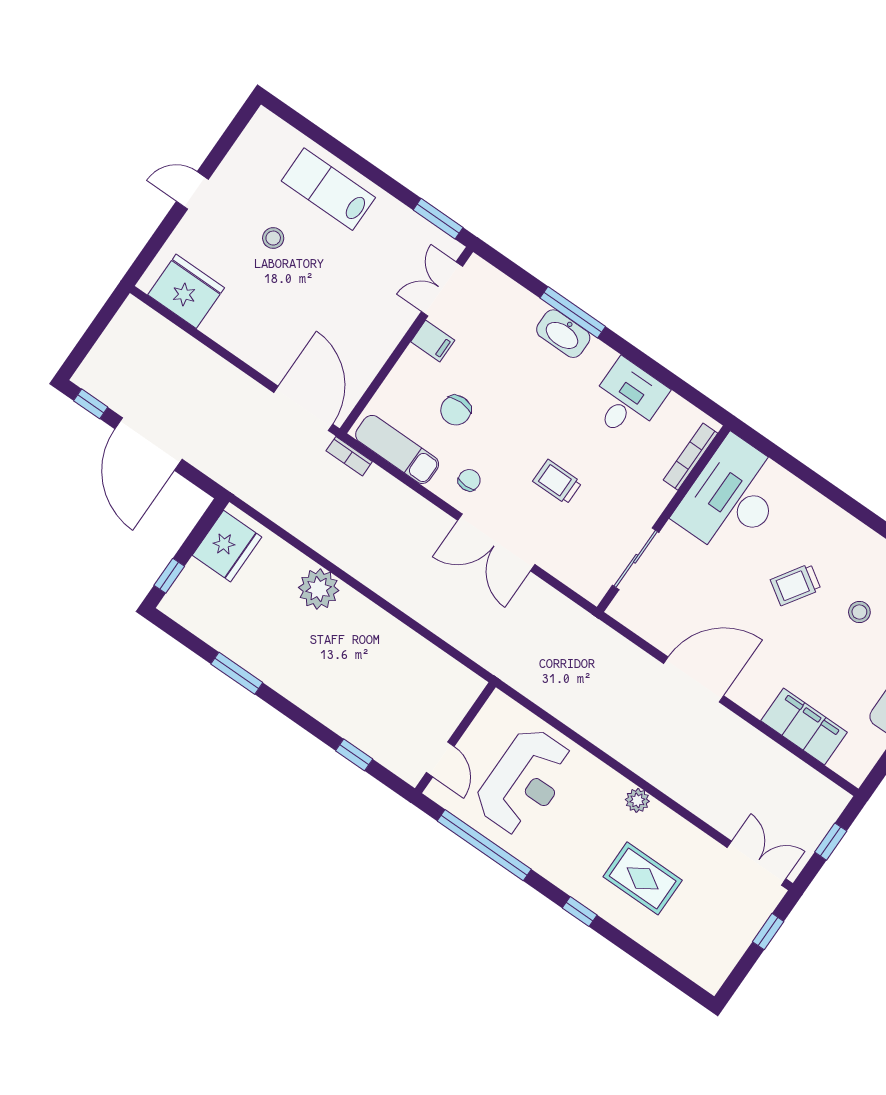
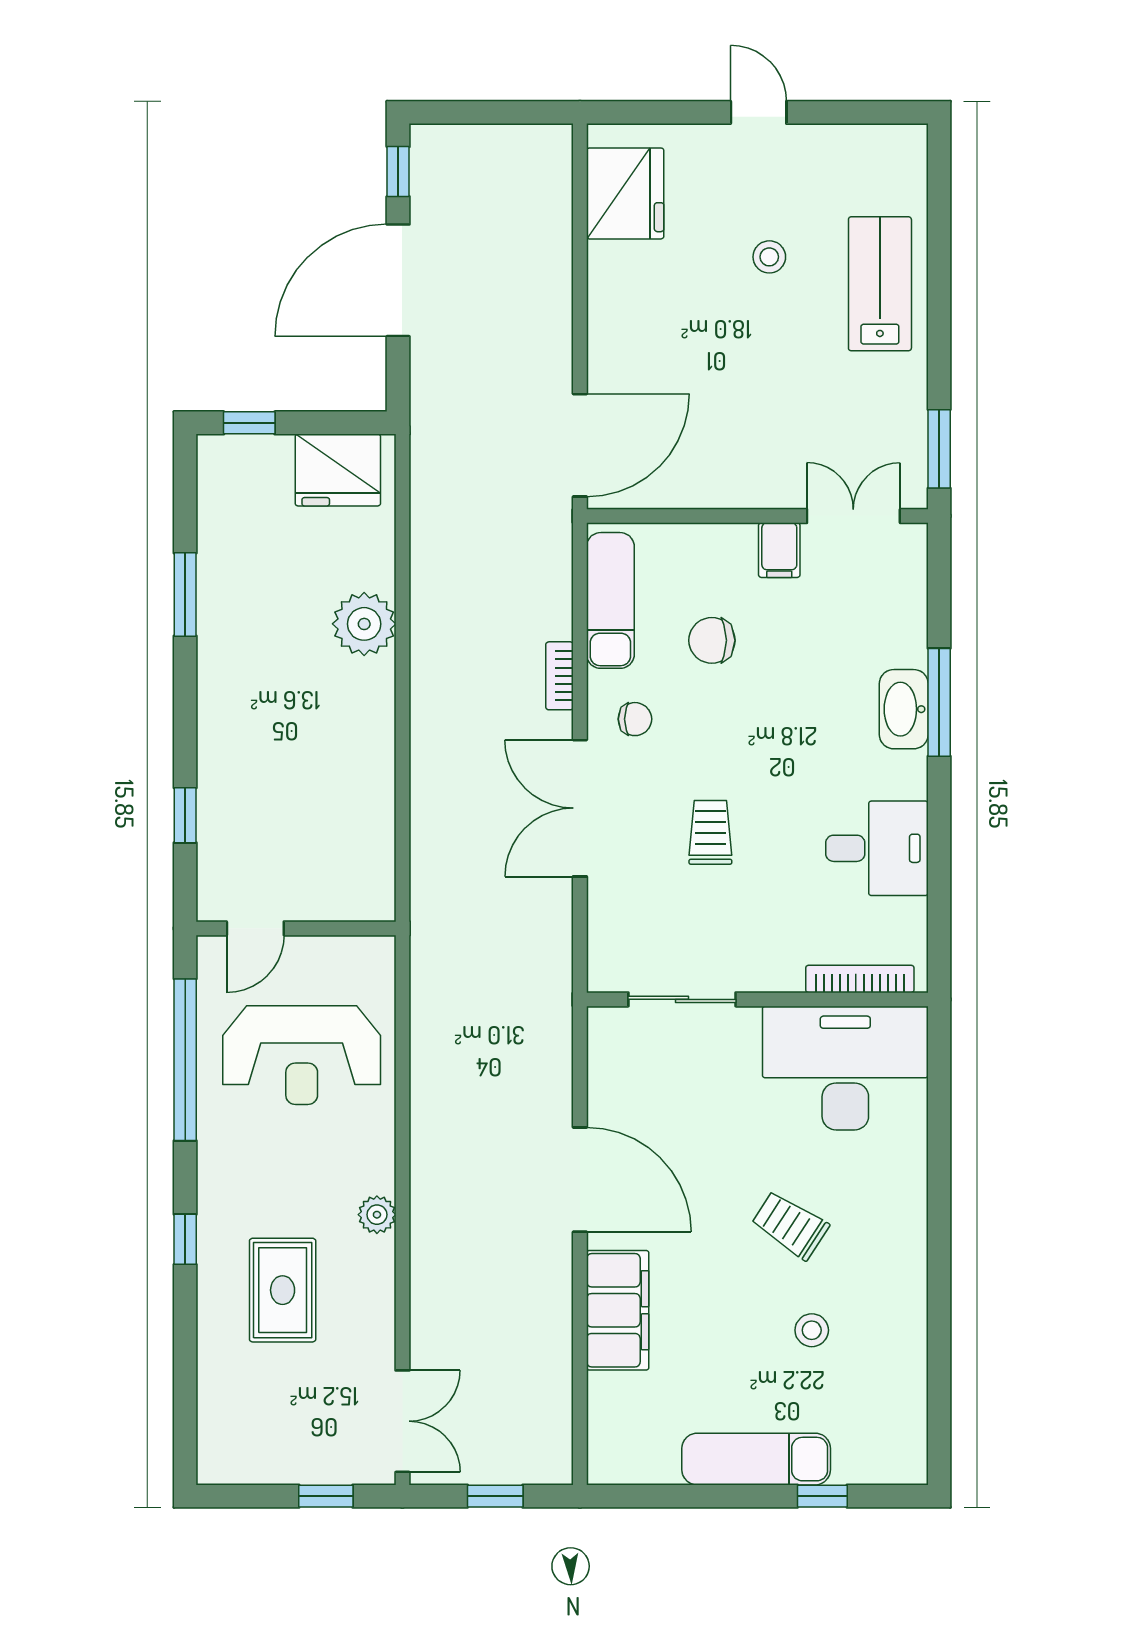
bookcase: (349, 456) -> (560, 676), moved
filing cabinet: (804, 726) -> (618, 1310), moved

